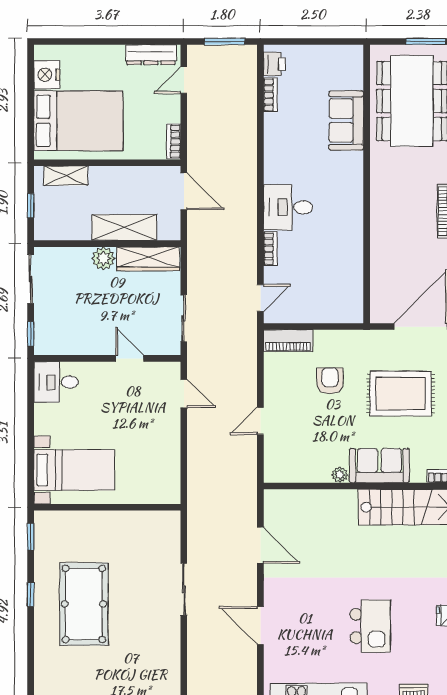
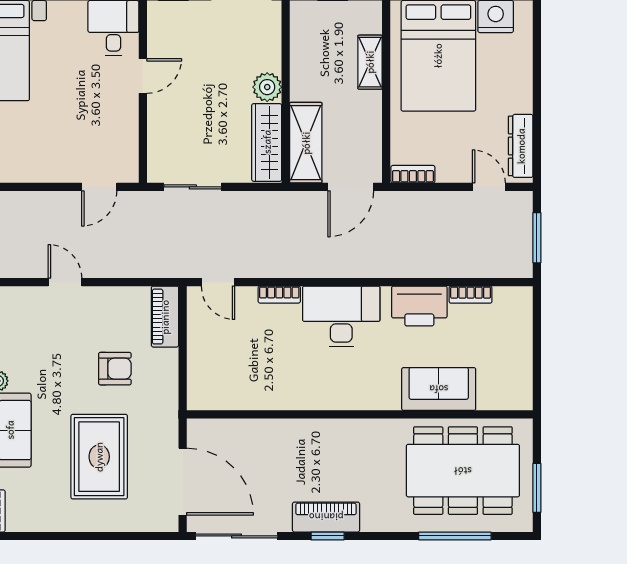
printer: (274, 64) -> (419, 306), moved, width x1.87, depth x1.48
shelving: (66, 176) -> (370, 62), moved
desk: (288, 207) -> (341, 317), width x1.37
shelving: (124, 227) -> (306, 143), moved
door: (130, 358) -> (143, 76), moved

